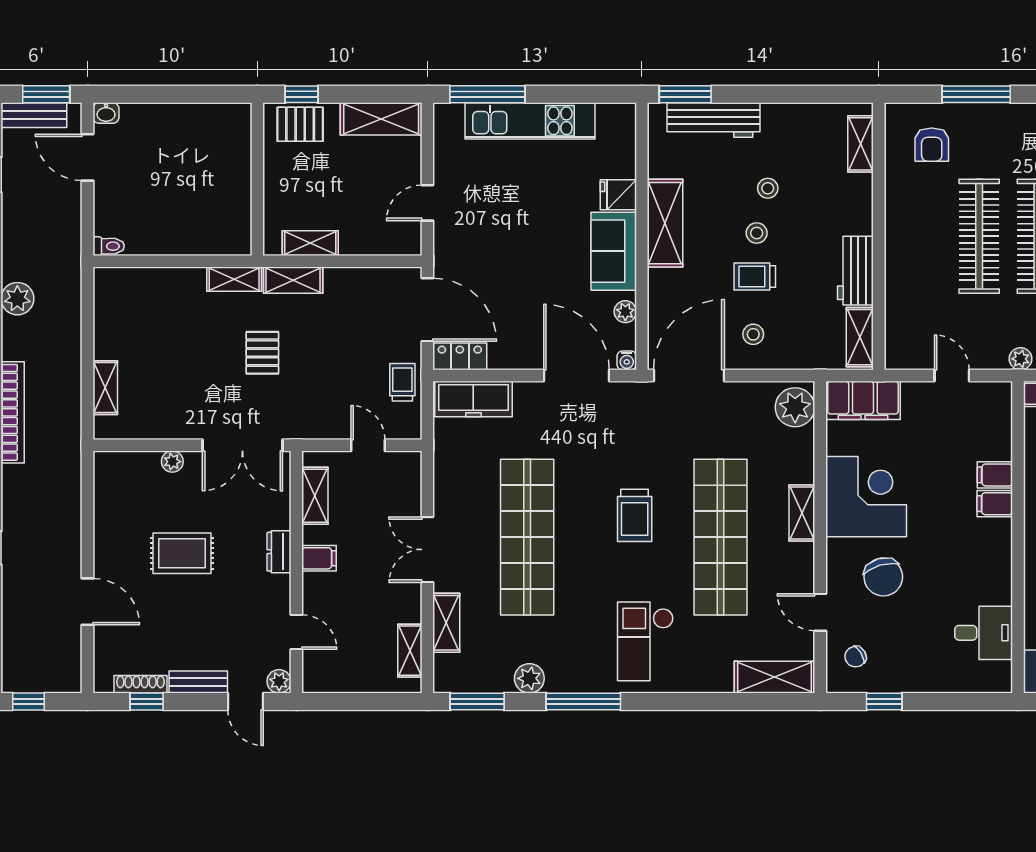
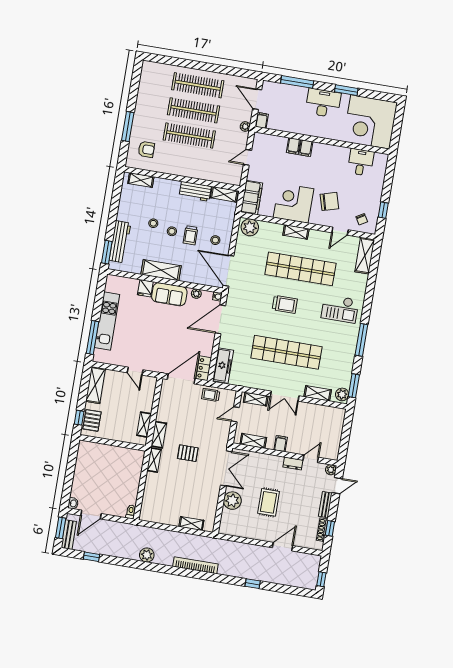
plant: (172, 462) -> (232, 501), width x1.88, depth x1.88
dresser: (279, 552) -> (293, 463), moved
shelving: (410, 651) -> (256, 399), moved
plant: (529, 678) -> (342, 394), moved

